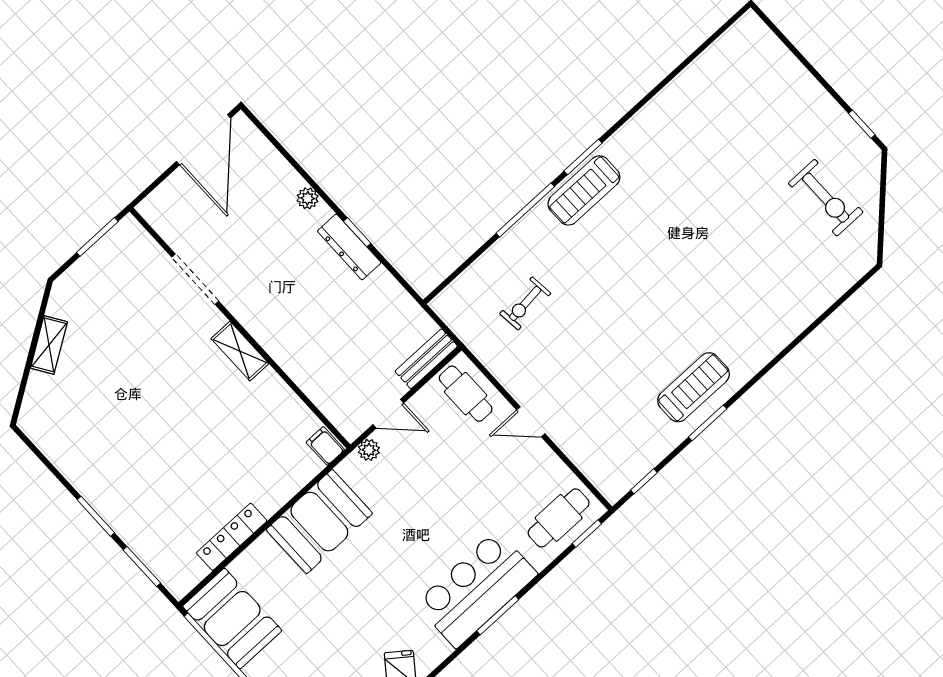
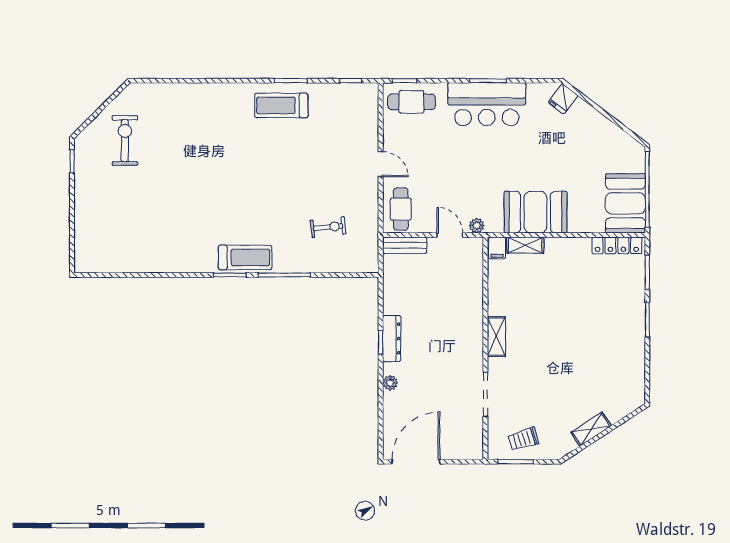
trolley: (111, 269) -> (523, 439), added
shelving: (298, 476) -> (525, 245), added
locker: (232, 537) -> (617, 245), moved

